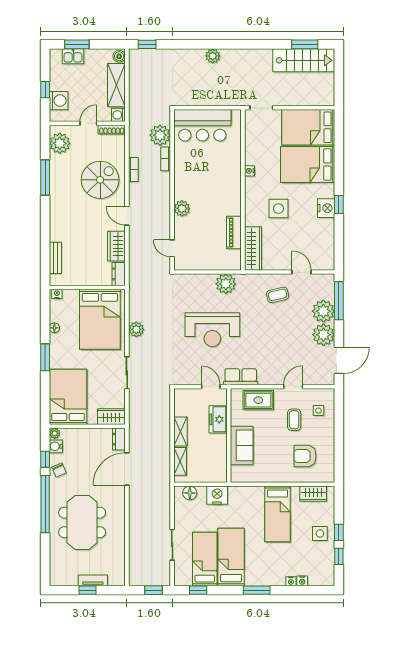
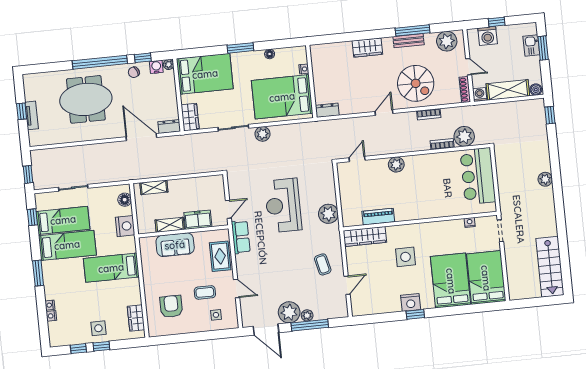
window: (305, 44) -> (565, 266), removed
nightstand: (250, 171) -> (470, 222), moved
wardrobe: (116, 246) -> (367, 48), moved, turned 180
bench: (55, 258) -> (409, 41), moved
nightstand: (57, 294) -> (304, 69), moved
window: (339, 301) -> (310, 325), moved
plant: (323, 311) -> (307, 315), width x0.53, depth x0.53
plant: (136, 329) -> (262, 134), moved
shelving: (180, 432) -> (170, 225), moved
bed: (278, 514) -> (111, 268), moved

